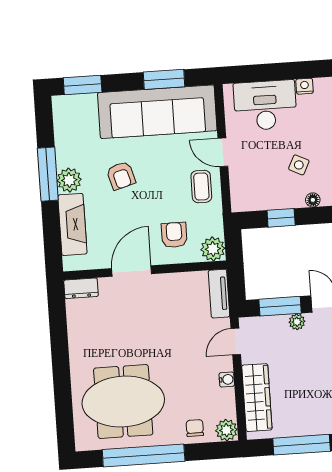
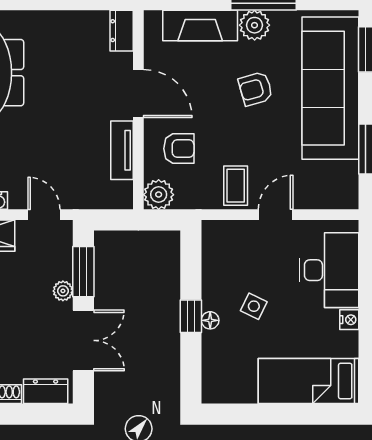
sofa: (157, 112) -> (330, 88), moved
coffee table: (201, 186) -> (236, 186), turned 90
window: (281, 218) -> (191, 316), moved
tv unit: (219, 294) -> (122, 150), moved, turned -90

